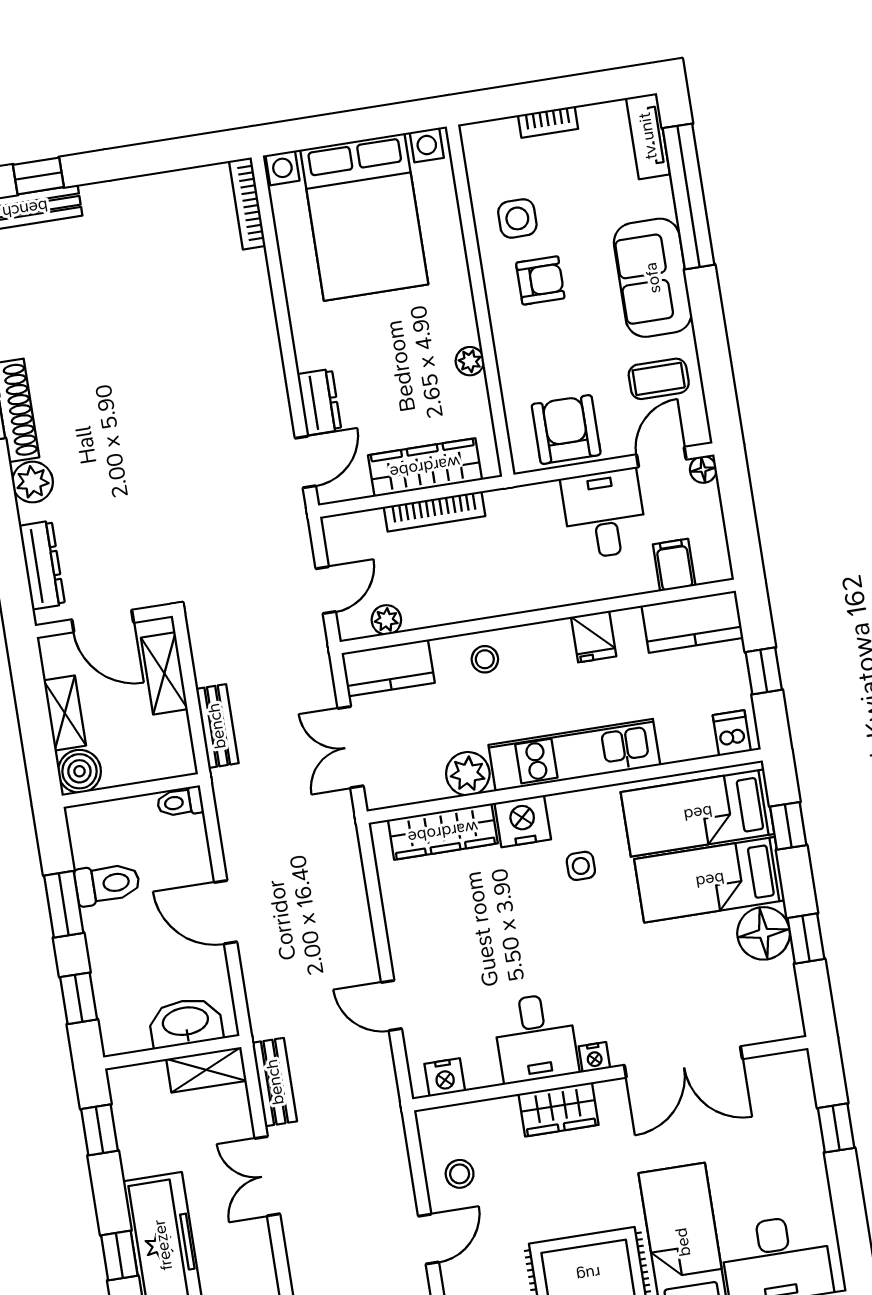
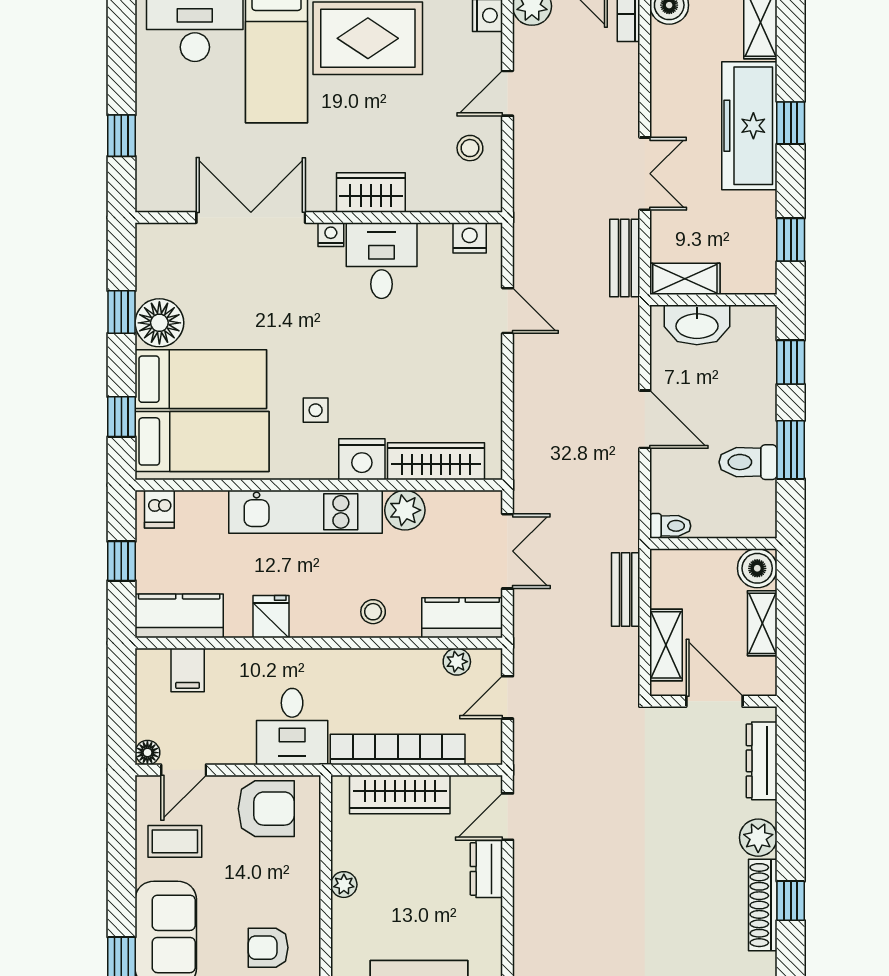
armchair: (566, 429) -> (266, 809), turned -90
bookcase: (434, 511) -> (398, 749), width x1.48, depth x1.31
desk: (604, 514) -> (292, 727), moved

